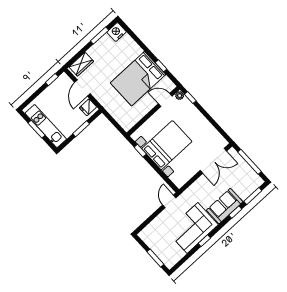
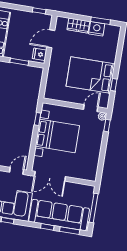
nightstand: (117, 32) -> (97, 29), moved
wardrobe: (81, 64) -> (78, 25), moved
door: (165, 100) -> (91, 108), hinge flipped
double door: (213, 161) -> (50, 176), moved
sofa: (225, 206) -> (59, 215), width x1.85, depth x1.27

